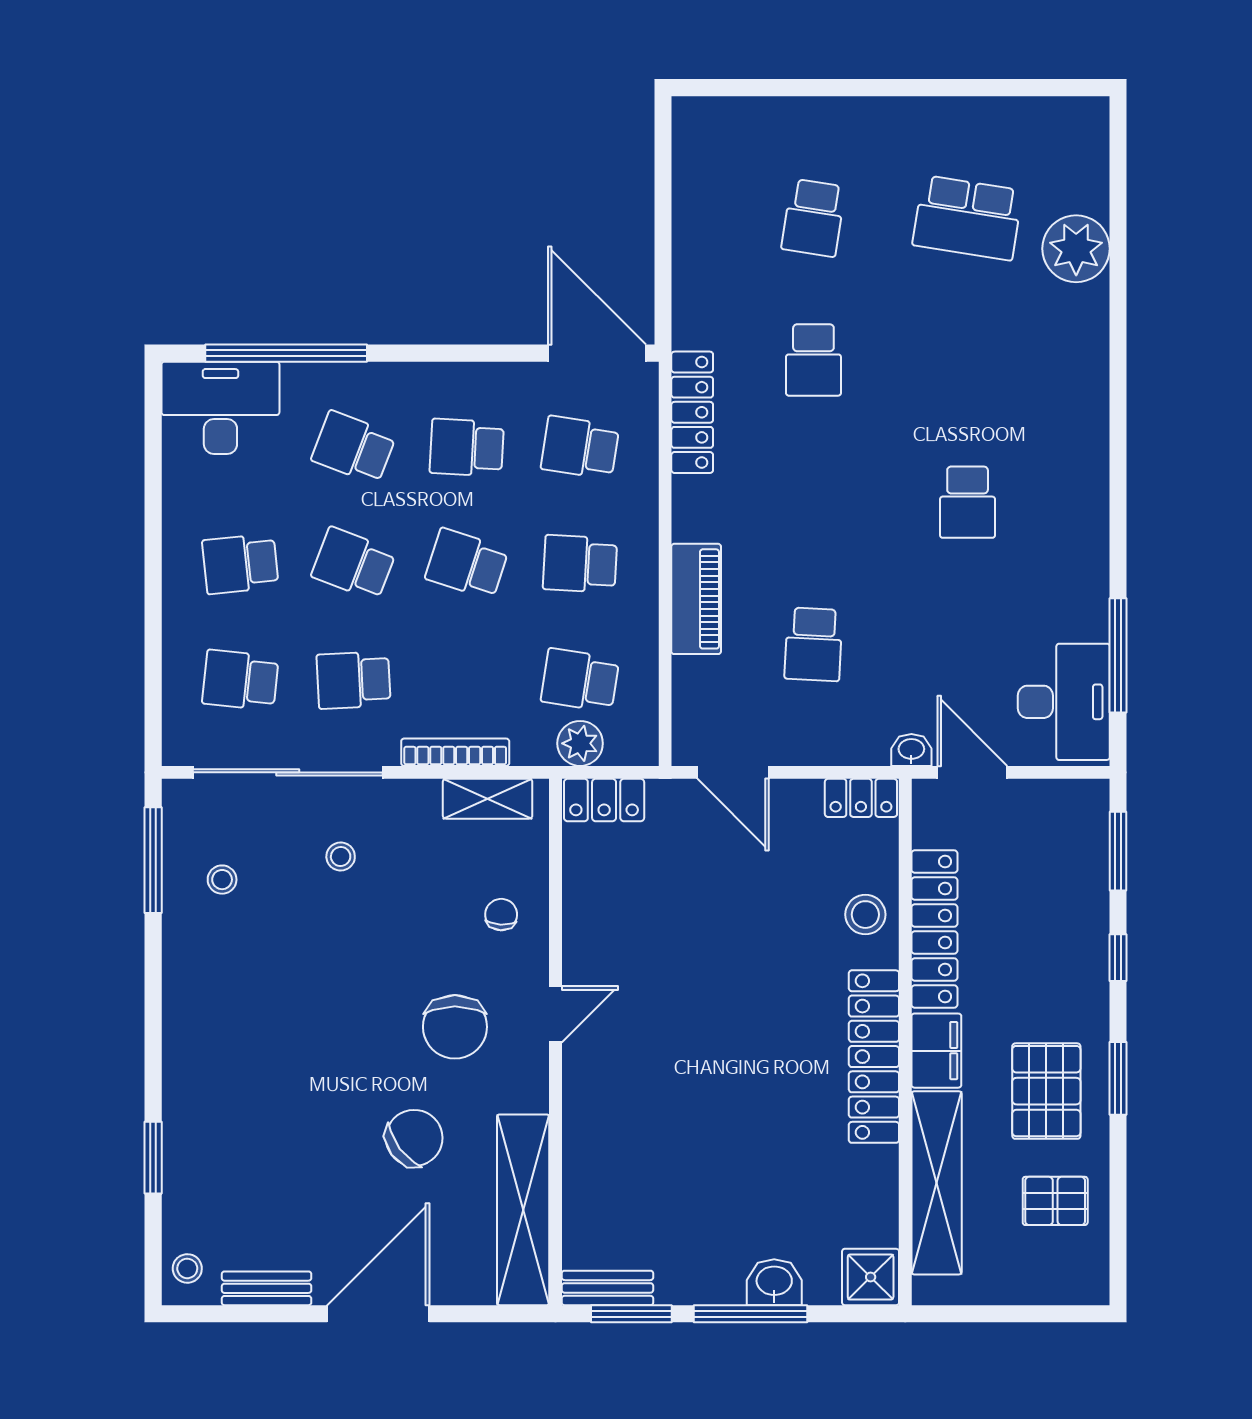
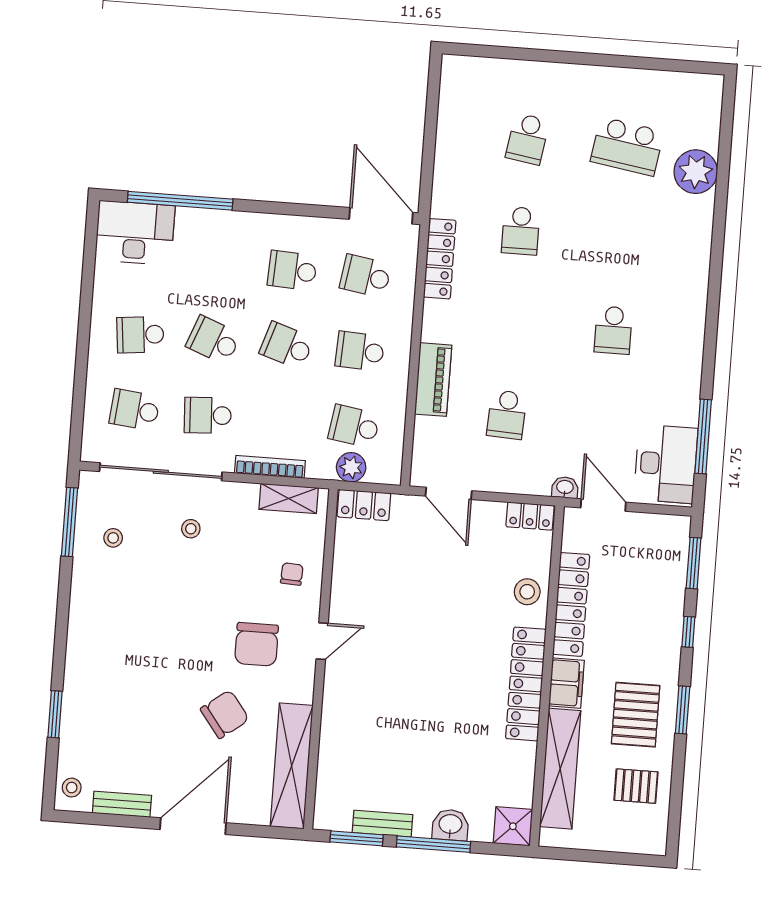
school desk: (354, 448) -> (219, 265), removed
bench: (607, 1288) -> (383, 824), moved

